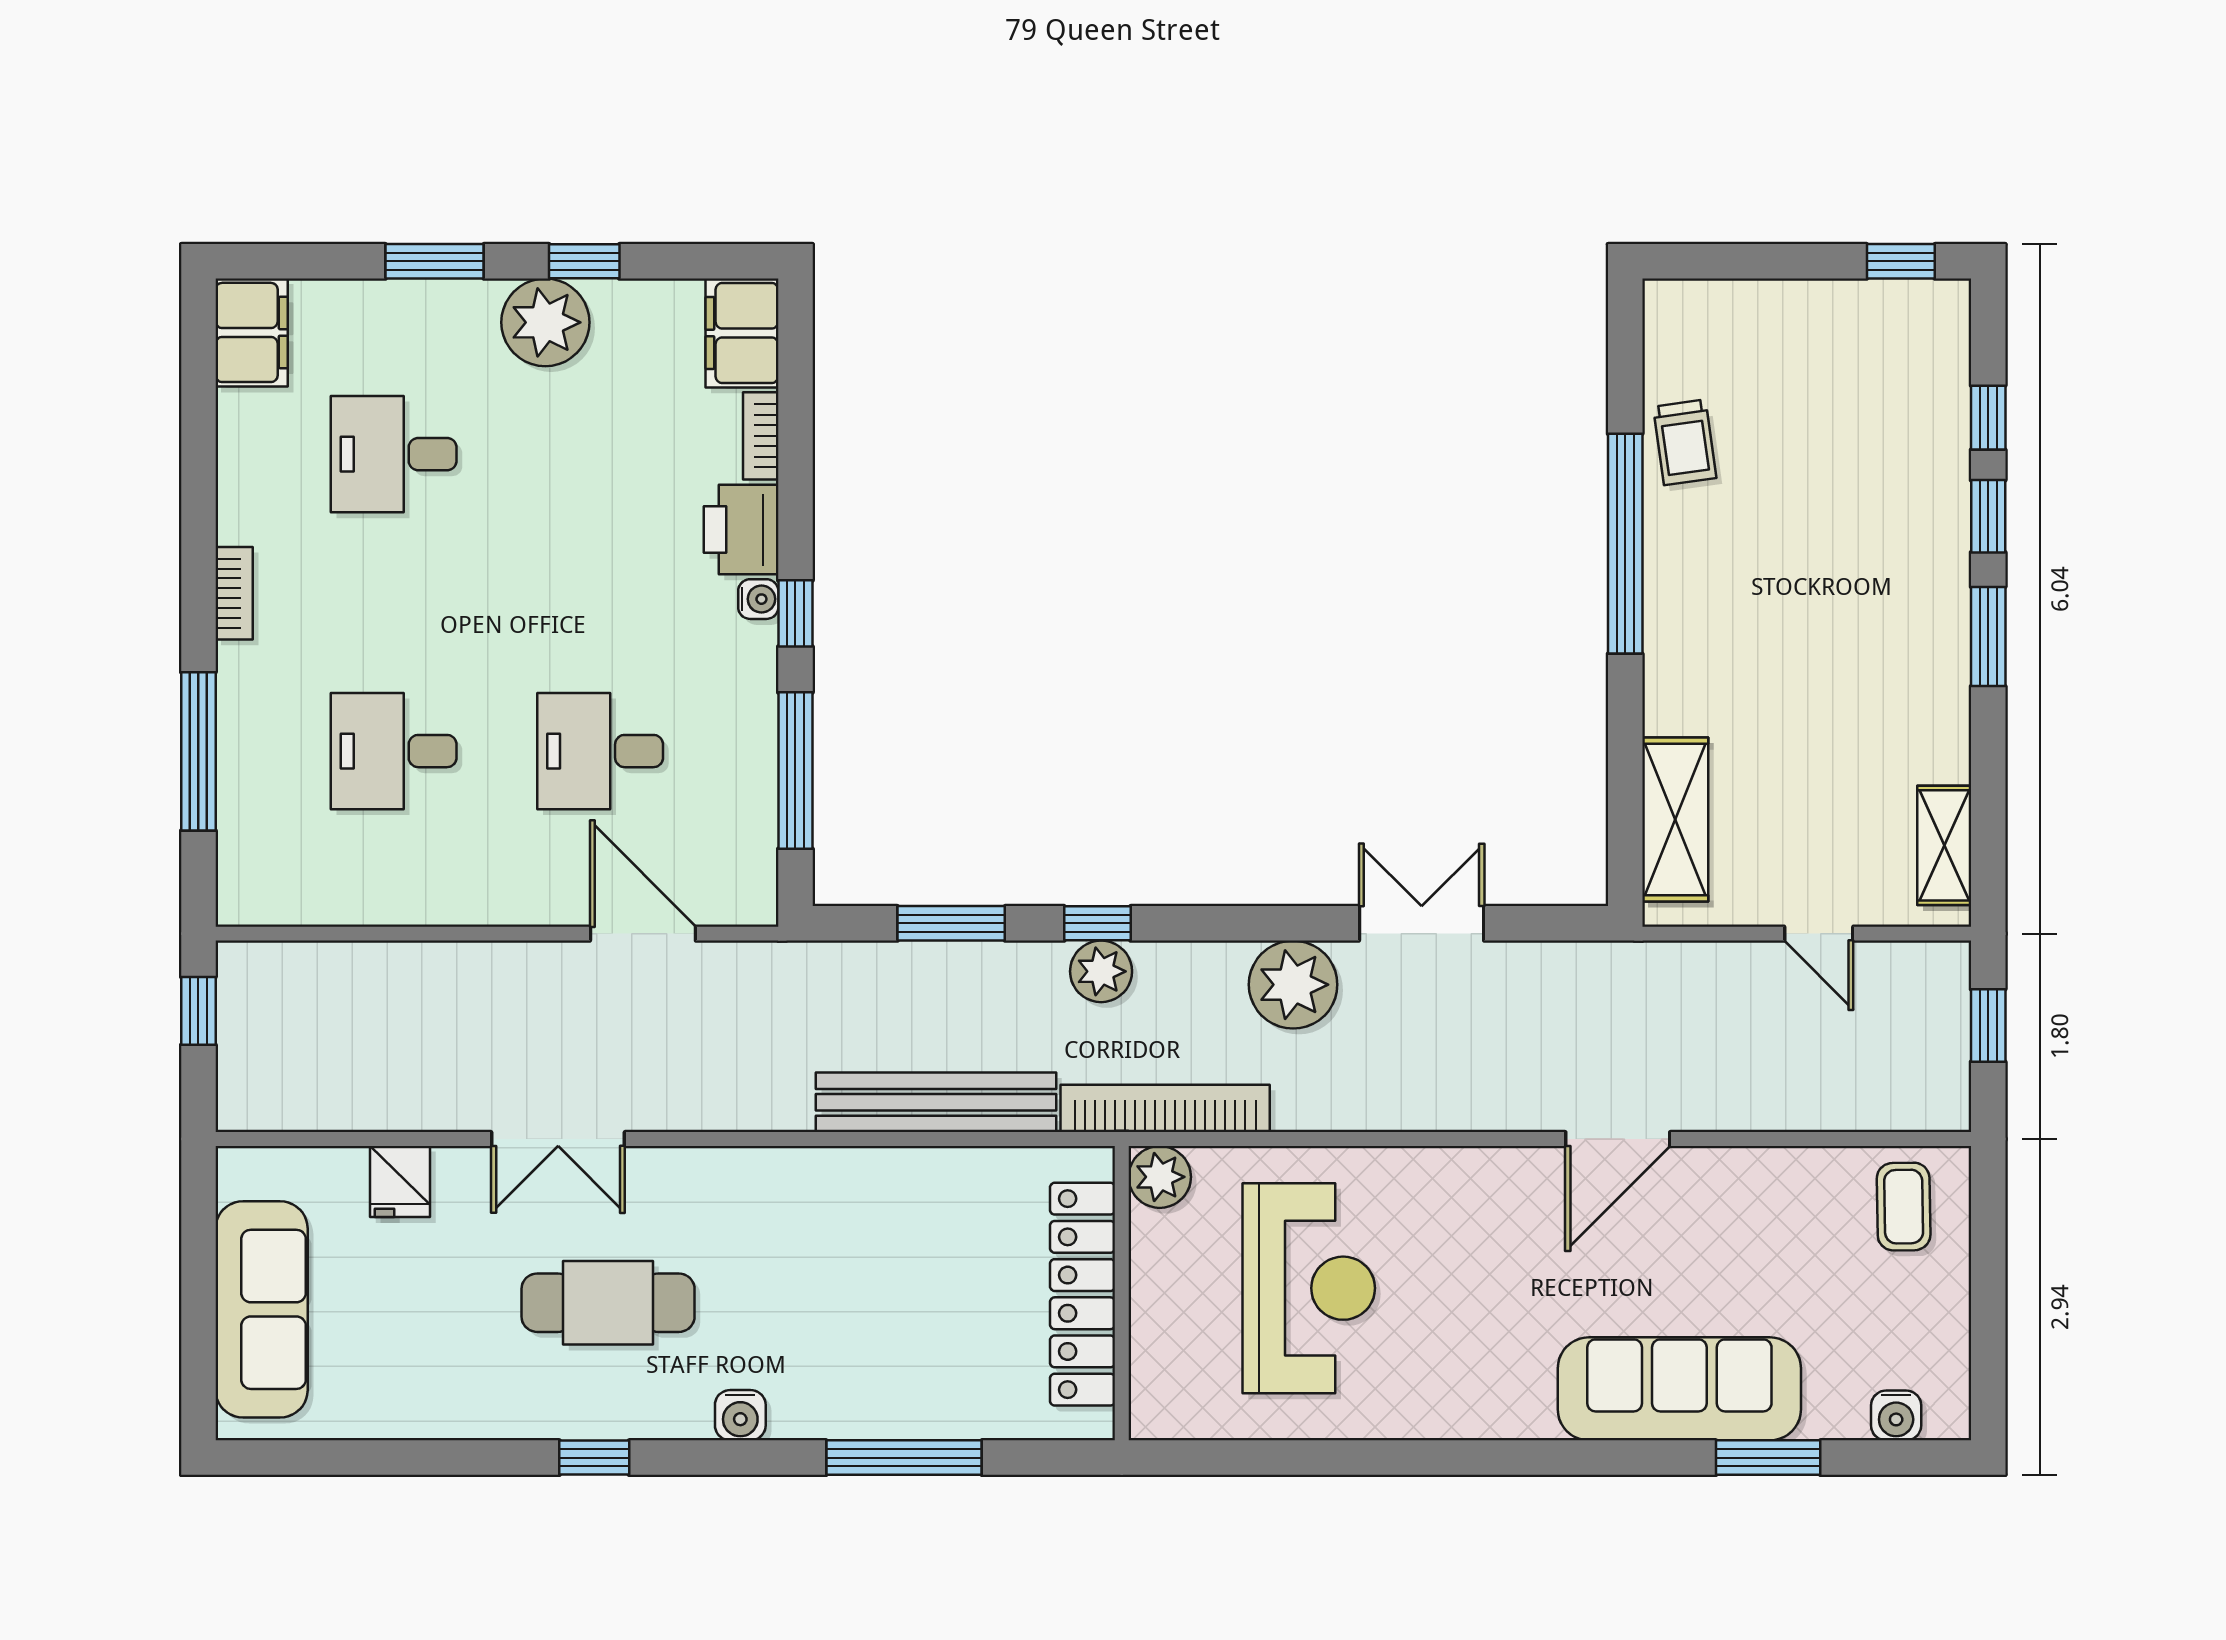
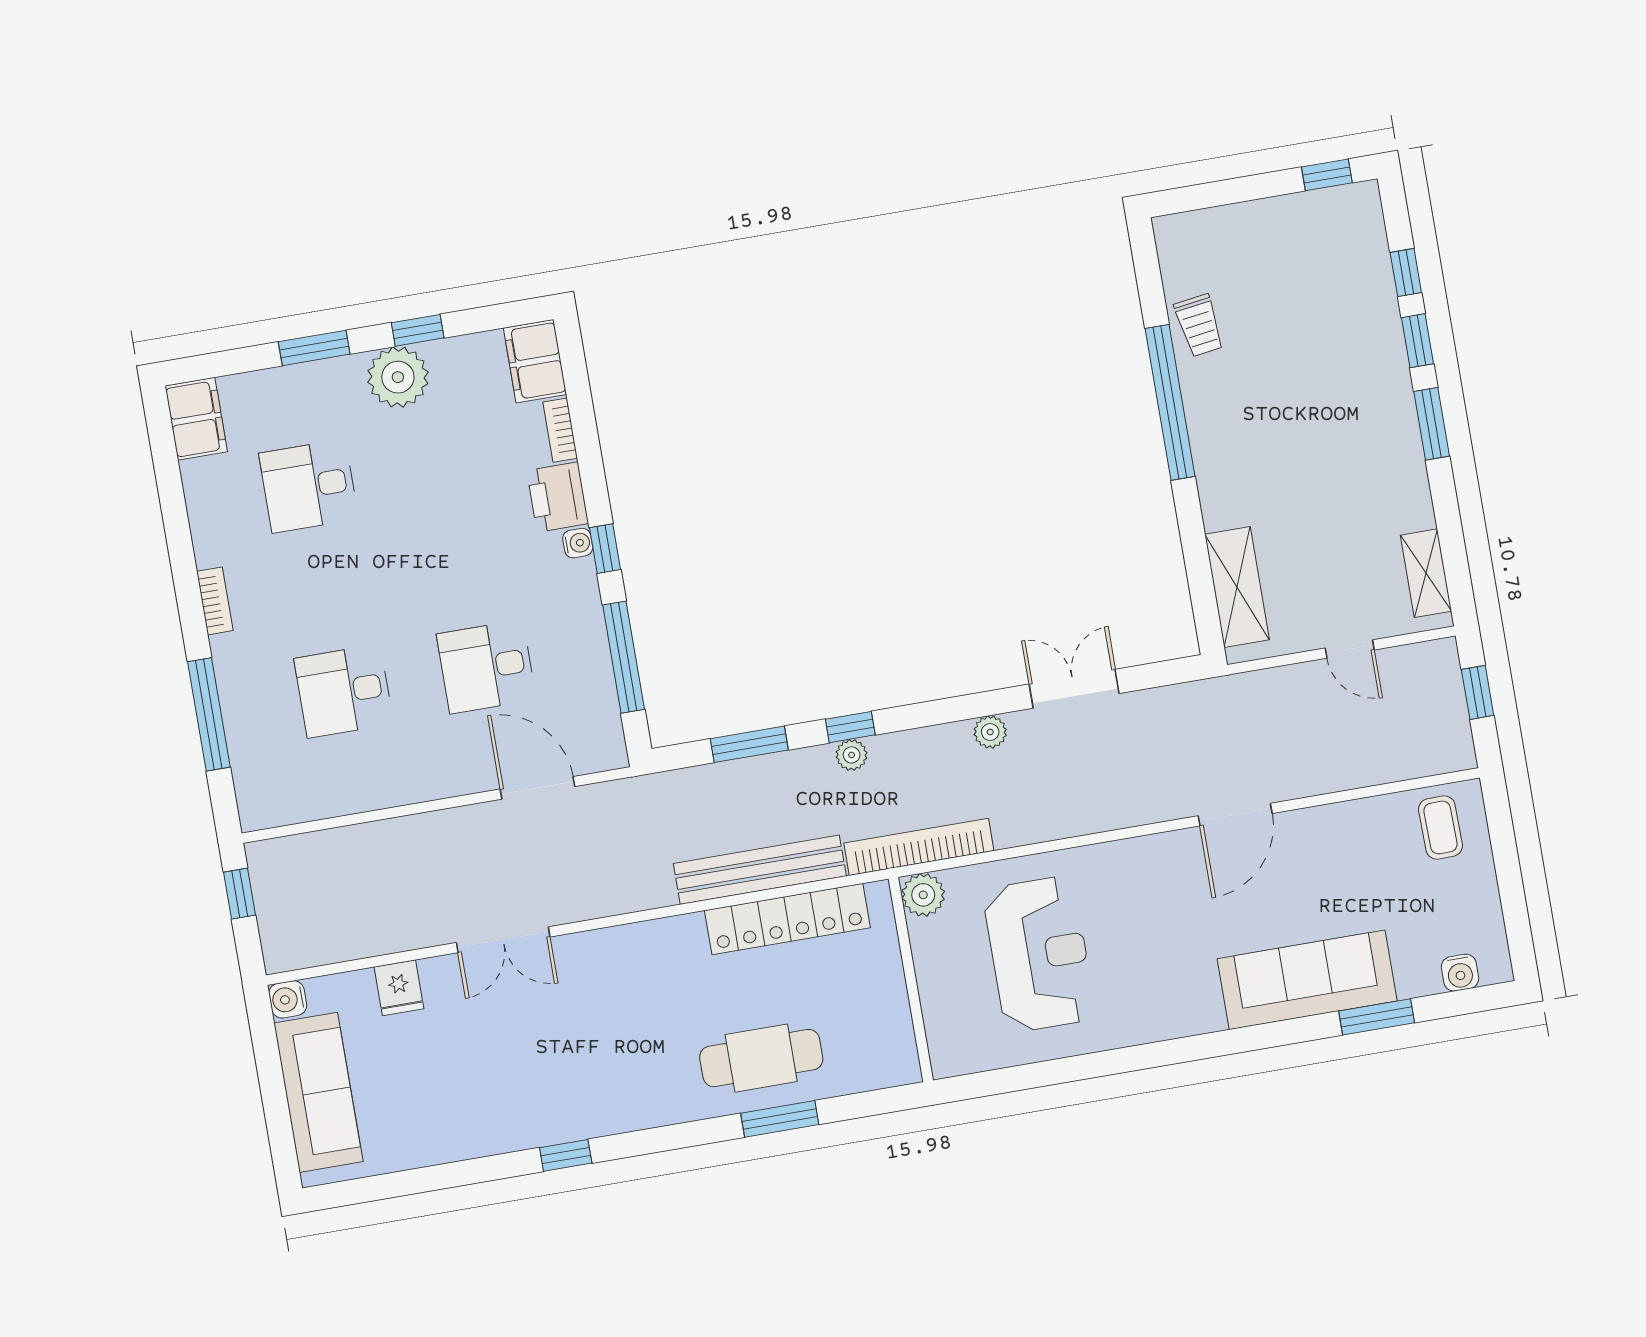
plant: (1101, 971) -> (852, 755), width x0.73, depth x0.73
plant: (1293, 985) -> (990, 732), width x0.53, depth x0.53
locker: (1083, 1294) -> (787, 919), moved, turned -90
cafe table: (608, 1303) -> (761, 1058), moved
water cooler: (740, 1415) -> (288, 999), moved, turned 90
window: (904, 1458) -> (780, 1119), width x0.69

